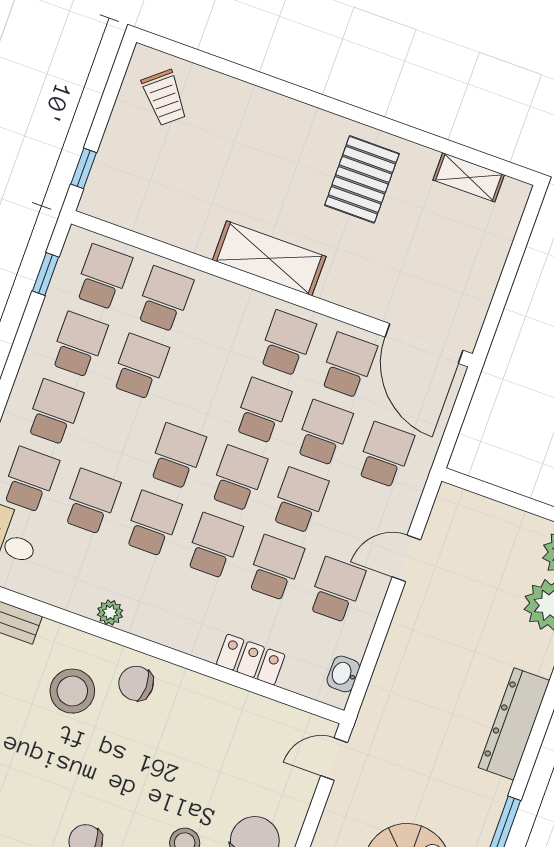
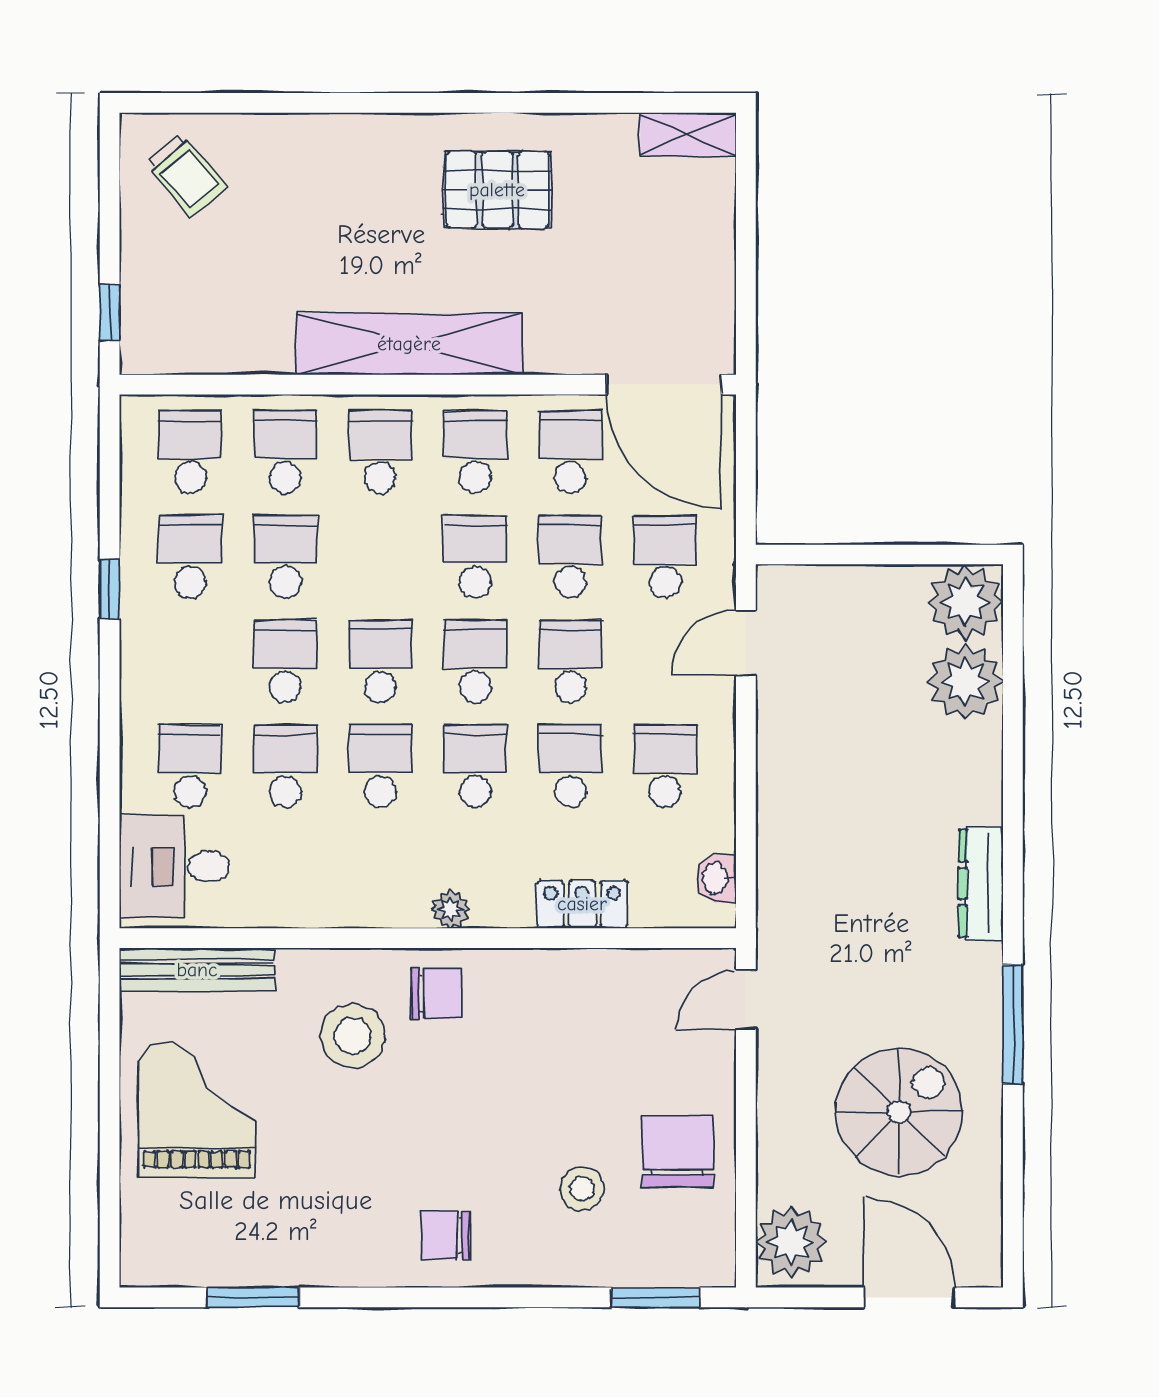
shelving: (469, 177) -> (688, 134), moved
pallet: (362, 179) -> (497, 190), turned 90
shelving: (269, 258) -> (409, 344), width x1.47
window: (46, 274) -> (110, 589), moved
school desk: (226, 321) -> (380, 452), added
school desk: (55, 412) -> (285, 661), moved
door: (406, 558) -> (746, 643), moved
plant: (110, 613) -> (451, 909), moved
chair: (136, 683) -> (436, 994), turned 180
dresser: (514, 724) -> (981, 883), width x0.73, depth x0.80

